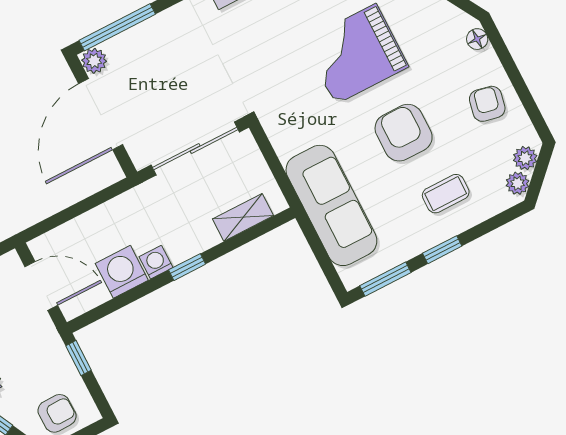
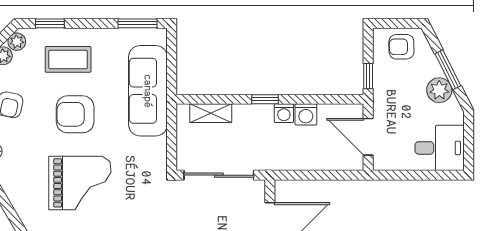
armchair: (404, 133) -> (75, 114), turned 90
coffee table: (446, 194) -> (68, 59), width x1.36, depth x1.30
window: (442, 250) -> (50, 23), moved
washing machine: (122, 272) -> (306, 114), width x0.73, depth x0.73

